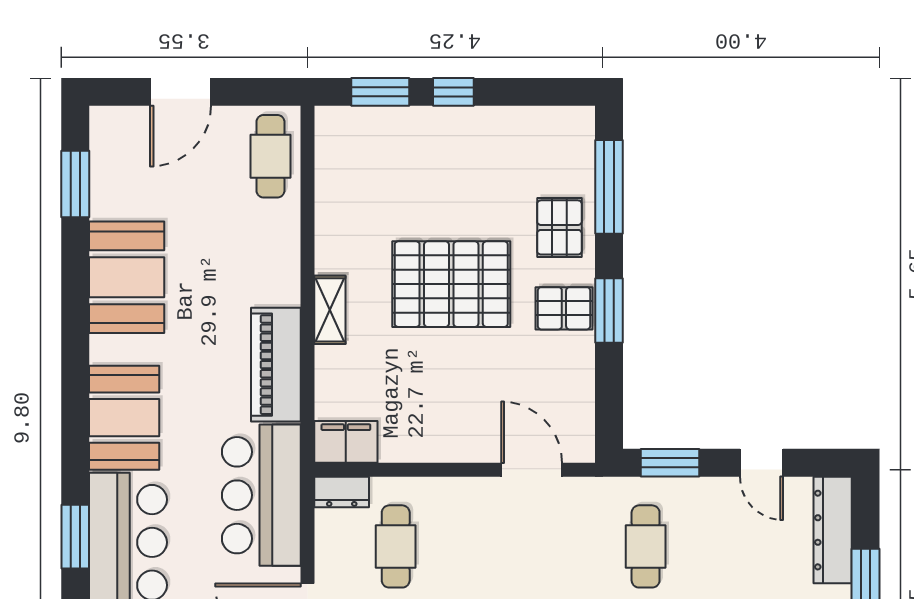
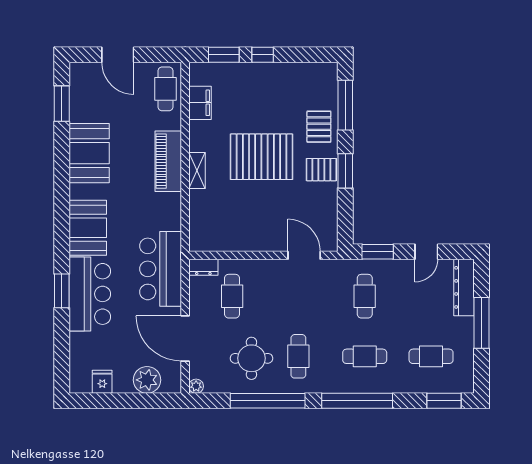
door: (181, 92) -> (118, 55), hinge flipped
piano: (276, 365) -> (168, 161), moved
filing cabinet: (346, 442) -> (200, 103), moved, turned 90
door: (761, 463) -> (426, 252), hinge flipped

